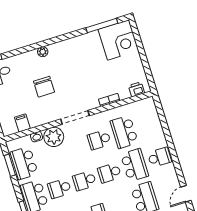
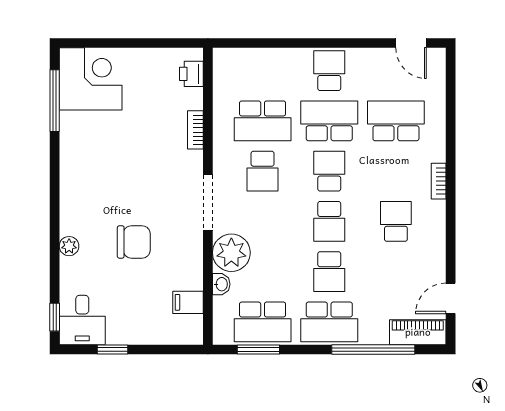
plant: (43, 52) -> (69, 246), moved
school desk: (109, 173) -> (329, 171), turned 180

